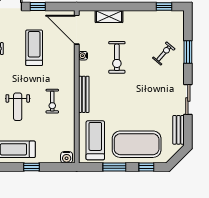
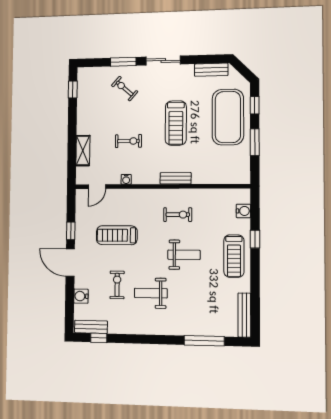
door: (77, 30) -> (97, 187), width x0.53
exercise bike: (117, 57) -> (128, 141), width x0.73, depth x0.72
bench: (84, 94) -> (176, 178), width x0.73
sliding door: (188, 100) -> (163, 61), moved
treadmill: (95, 140) -> (176, 123), moved, turned -90
water cooler: (67, 157) -> (243, 211), moved

